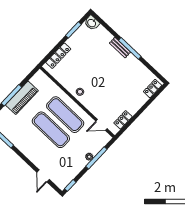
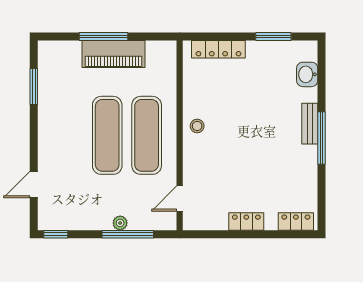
washbasin: (92, 23) -> (307, 74), moved
locker: (123, 120) -> (246, 221), moved
door: (101, 125) -> (180, 198), hinge flipped

